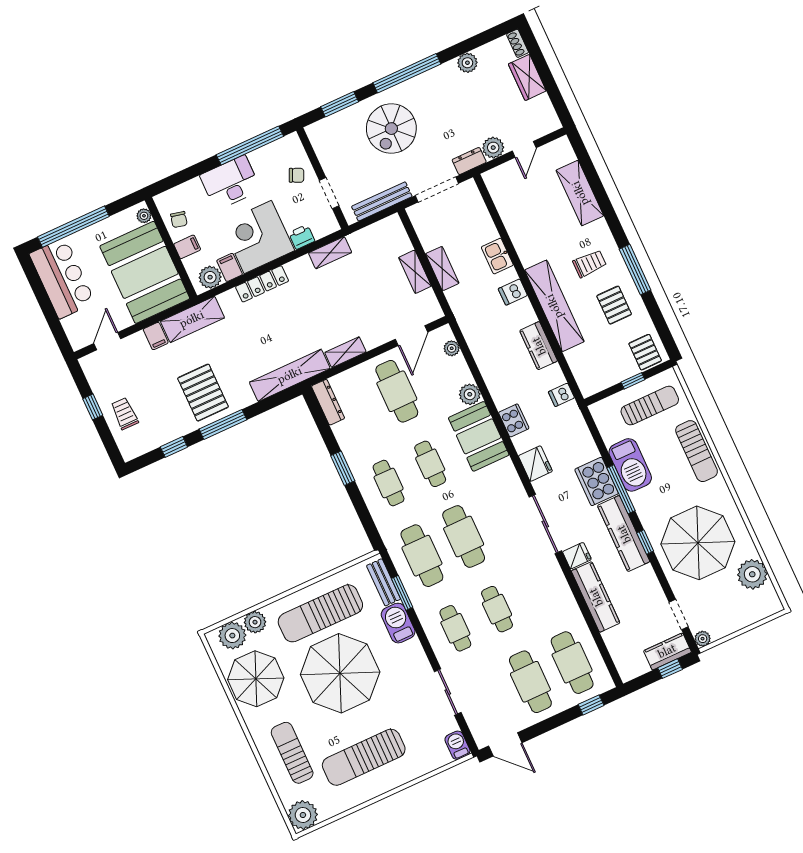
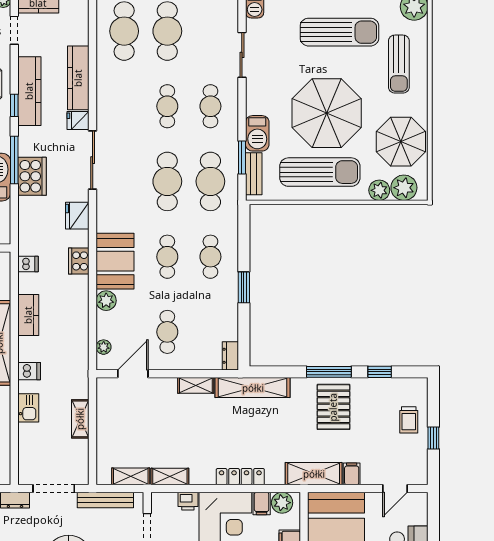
shelving: (415, 272) -> (131, 476), moved, turned 90
cafe table: (397, 391) -> (167, 332), width x0.73, depth x0.74
dresser: (328, 402) -> (230, 356), width x0.70
kitchen counter: (624, 534) -> (29, 91), moved

